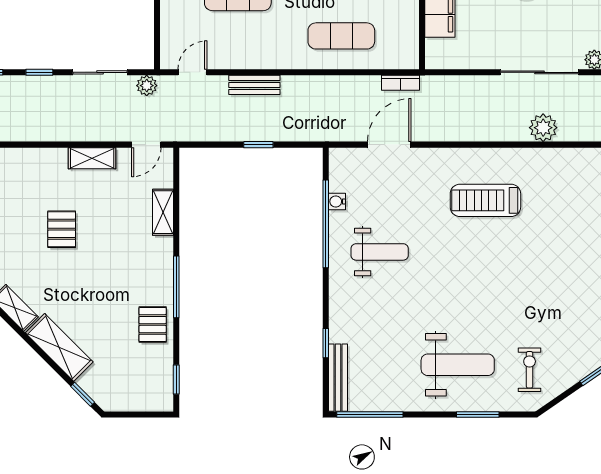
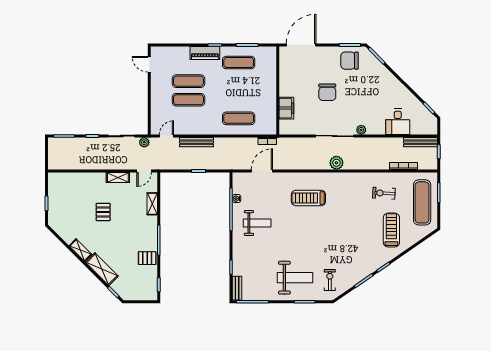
bench: (254, 85) -> (196, 142), width x1.36
pallet: (153, 325) -> (147, 258), turned 90
bench: (338, 378) -> (237, 288), width x0.73

